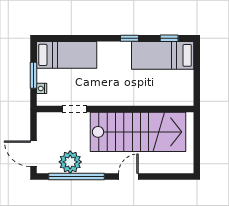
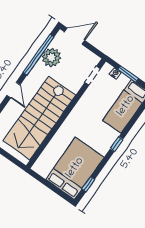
window: (129, 38) -> (117, 144), moved
bed: (163, 55) -> (75, 168), width x1.50
doorway: (75, 109) -> (93, 76), moved

